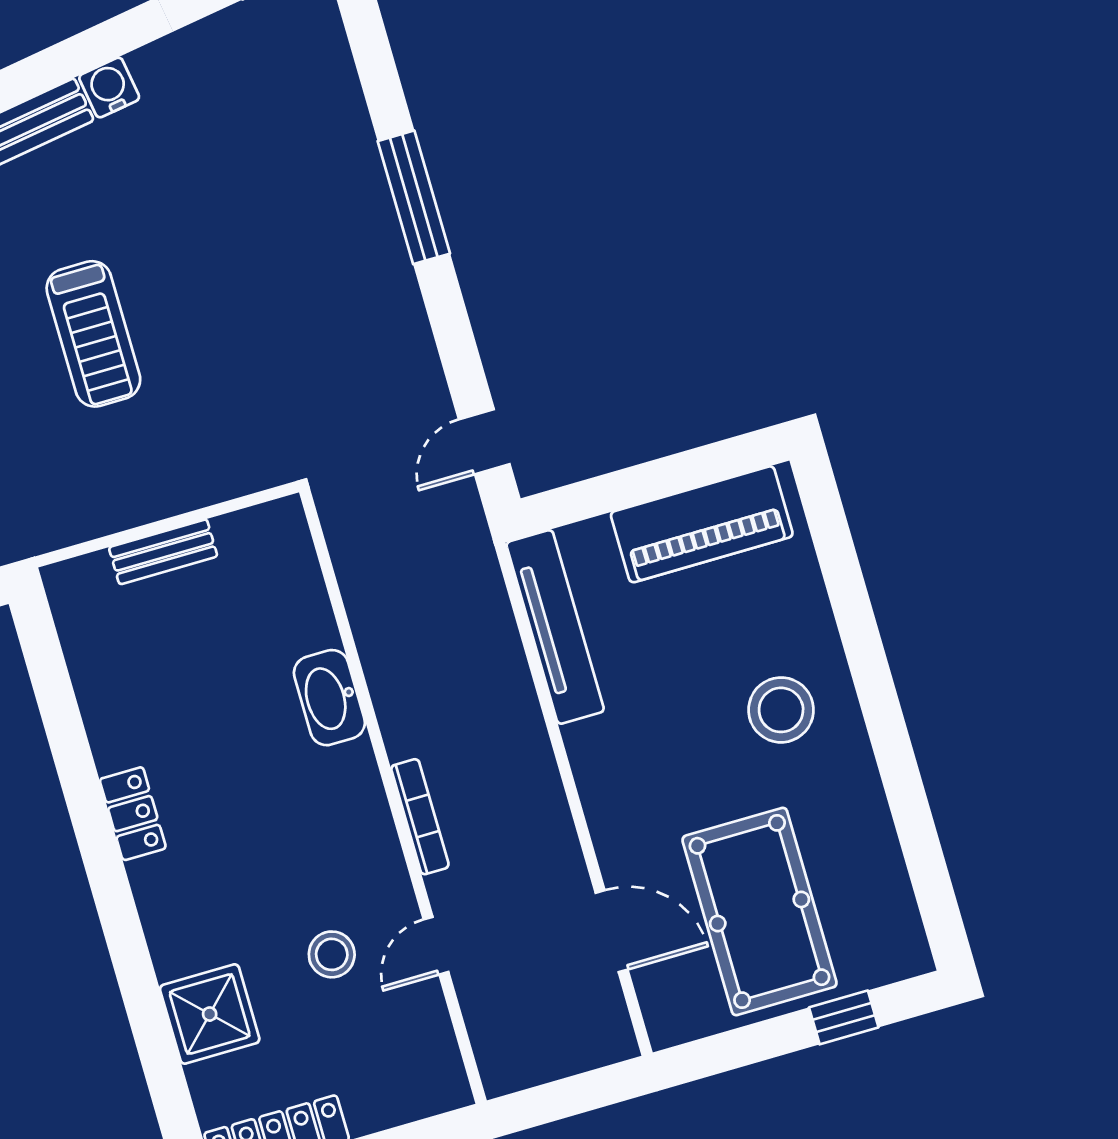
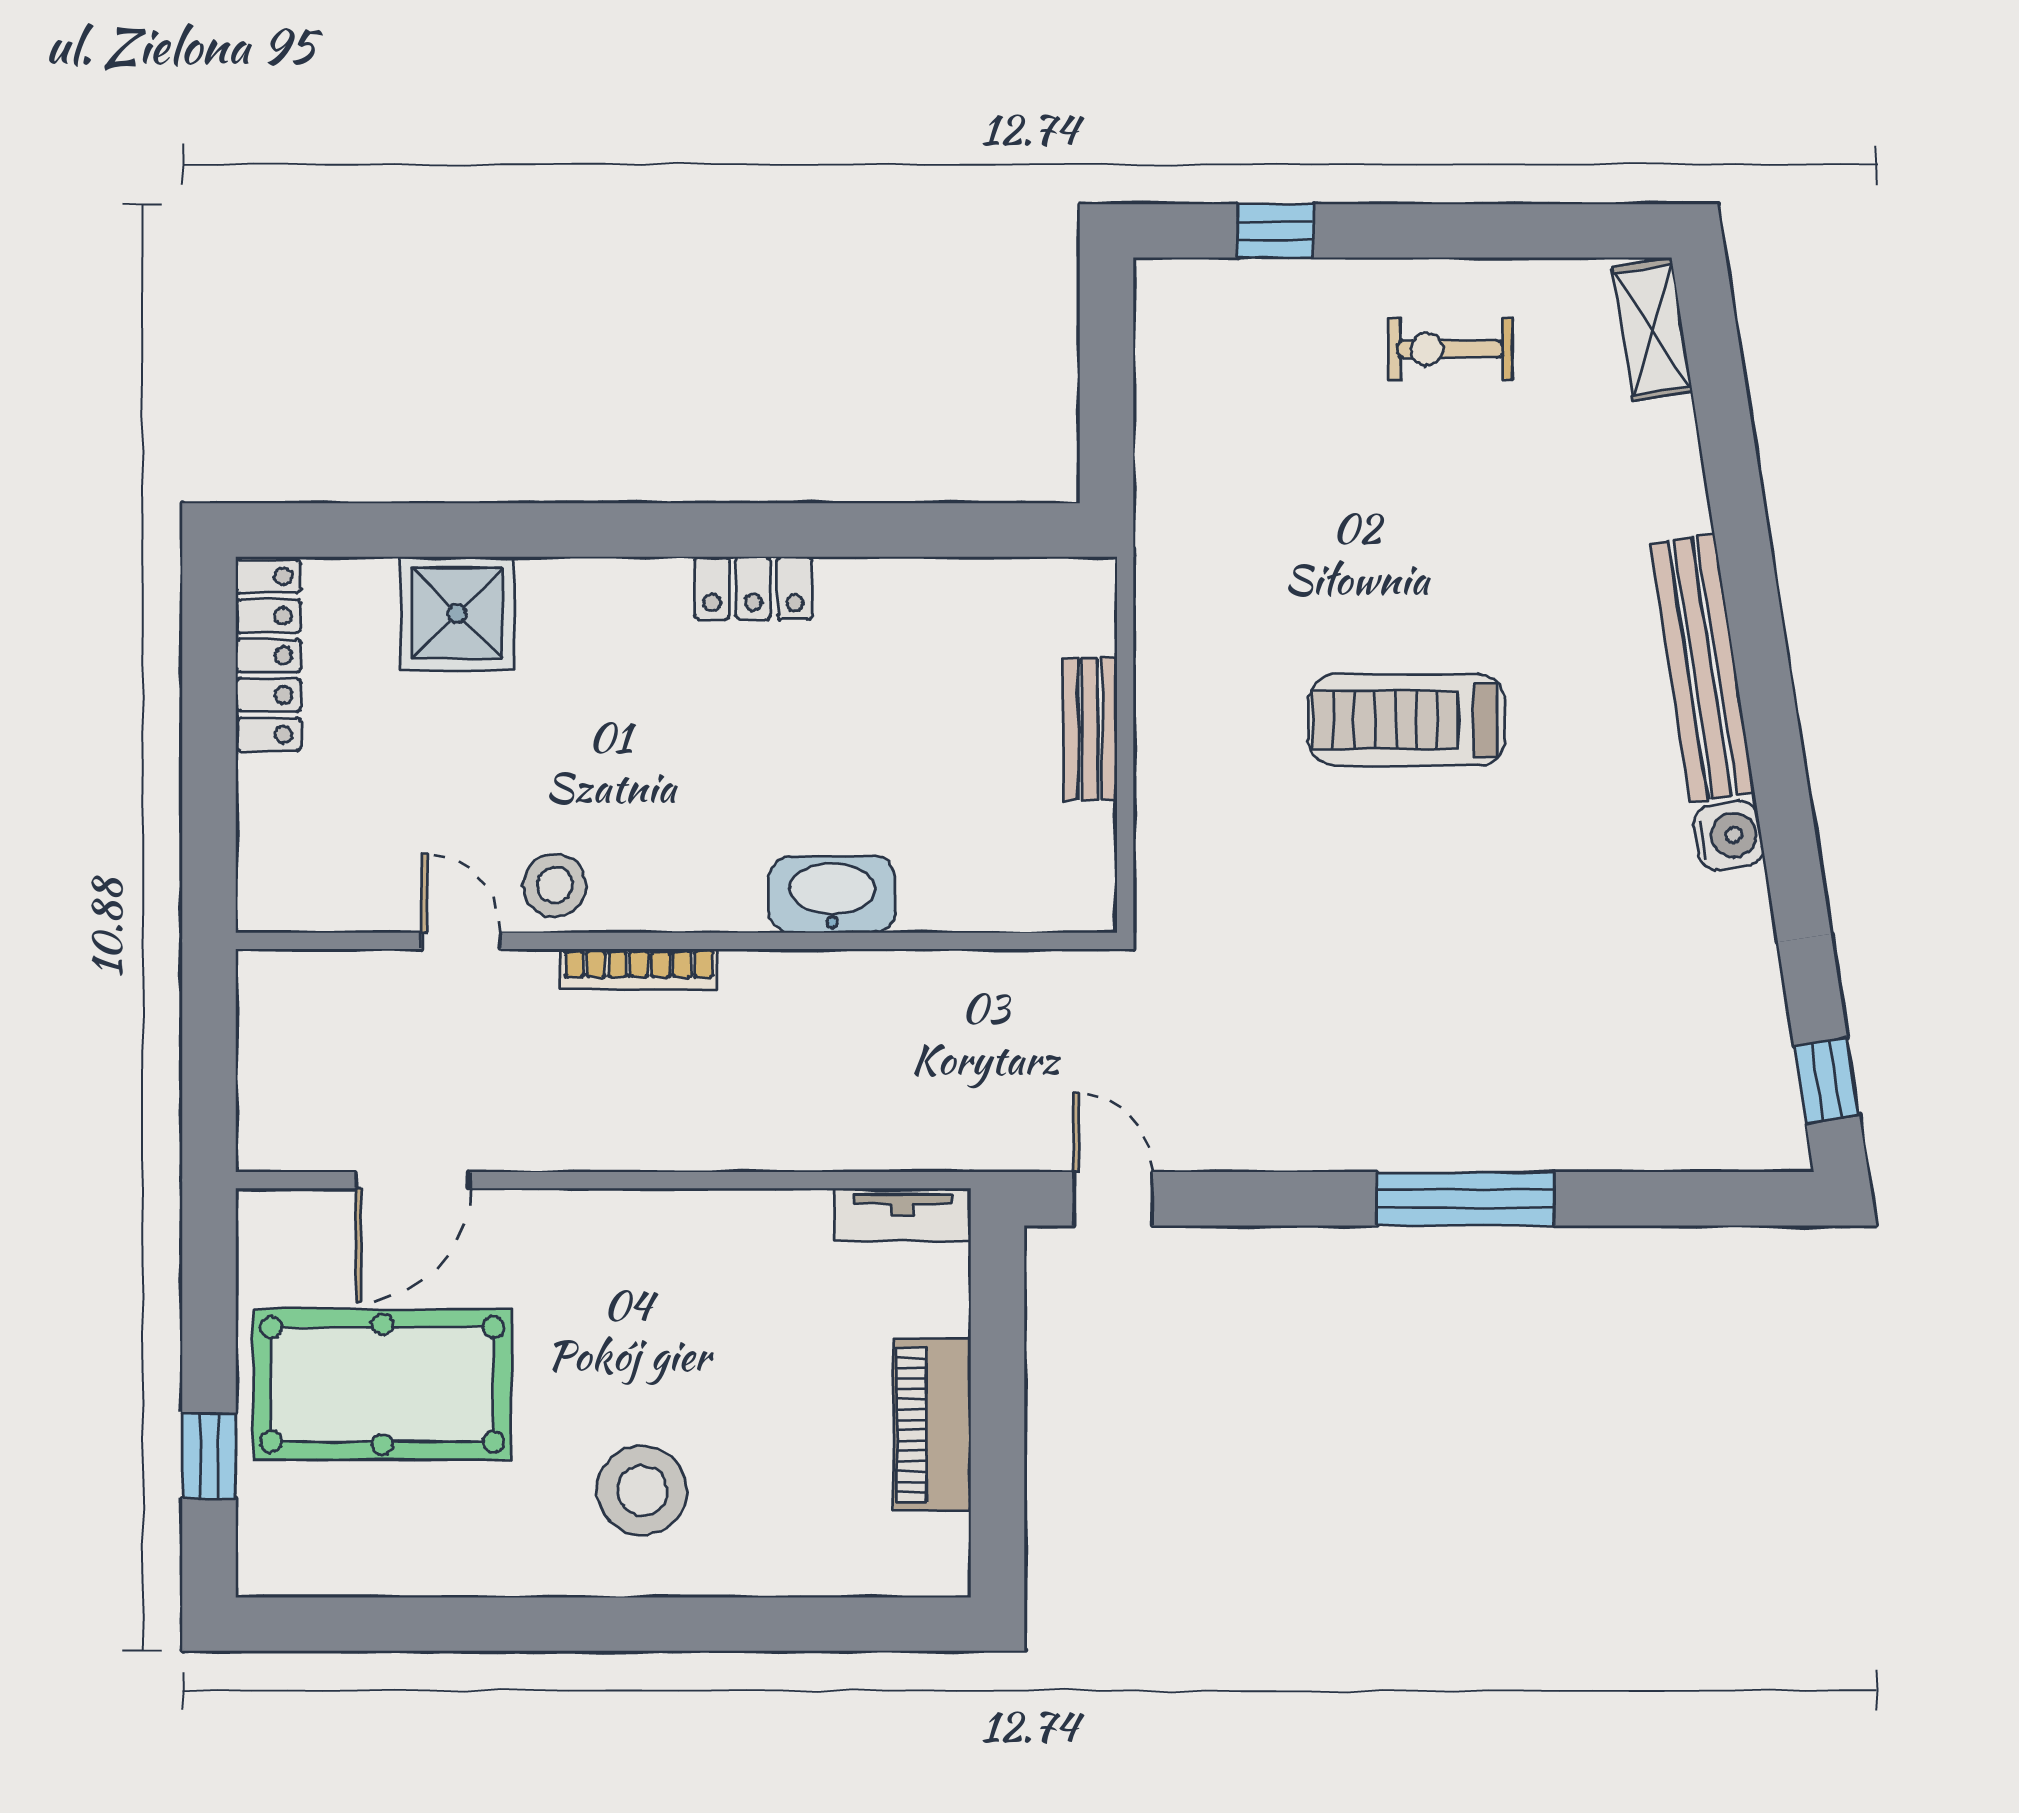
piano: (702, 524) -> (932, 1425), width x0.73, depth x0.75
tv unit: (555, 627) -> (902, 1214), width x0.52, depth x0.78
stool: (332, 954) -> (555, 885), moved

